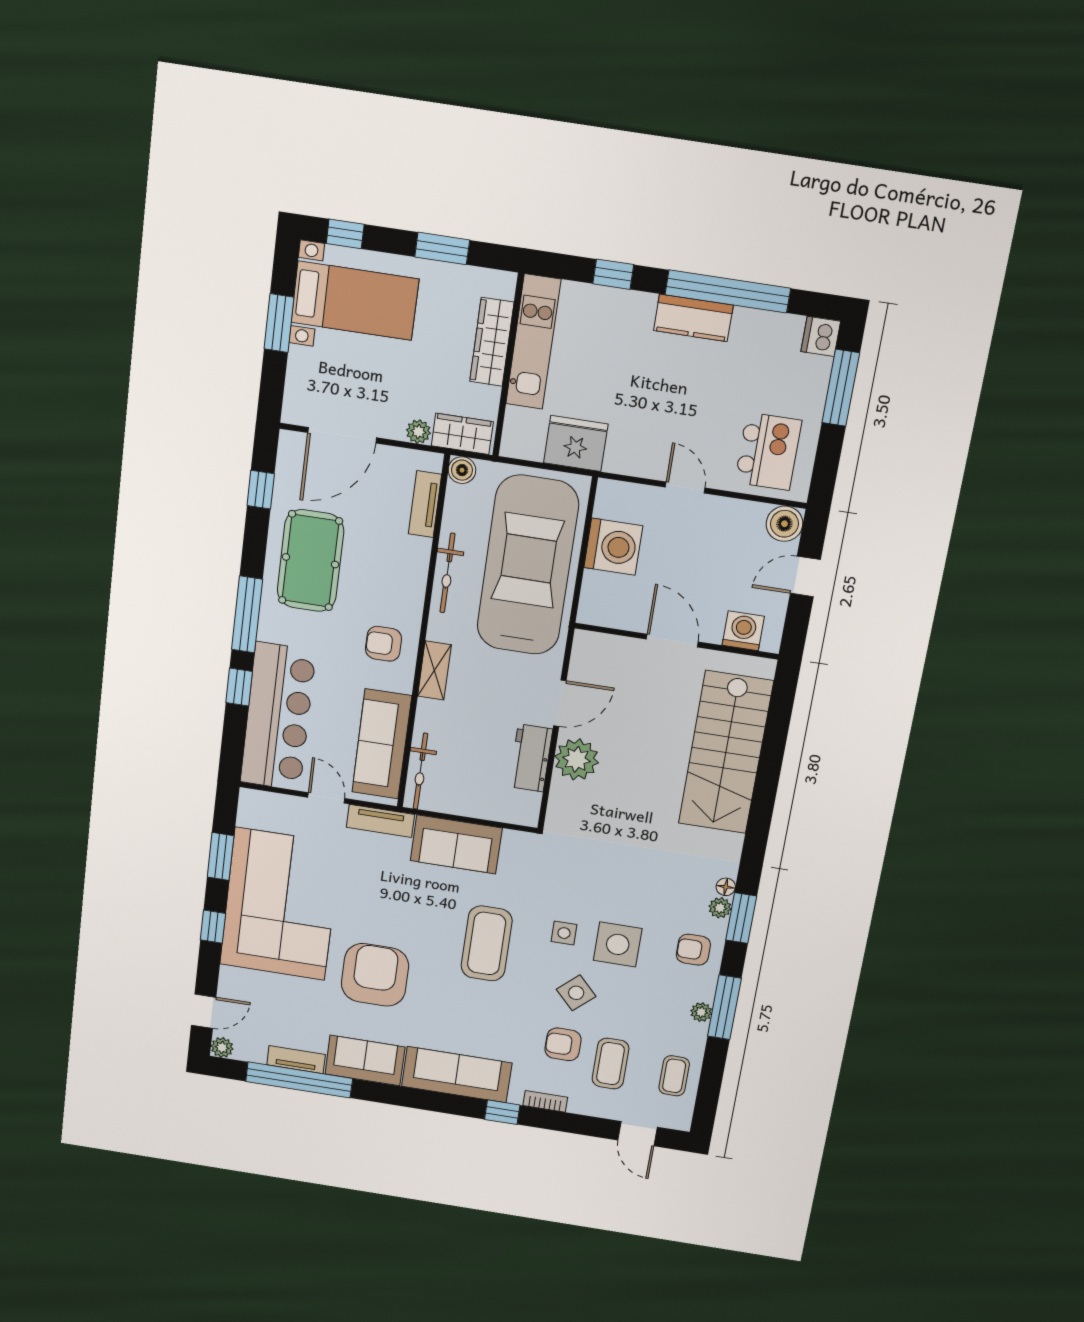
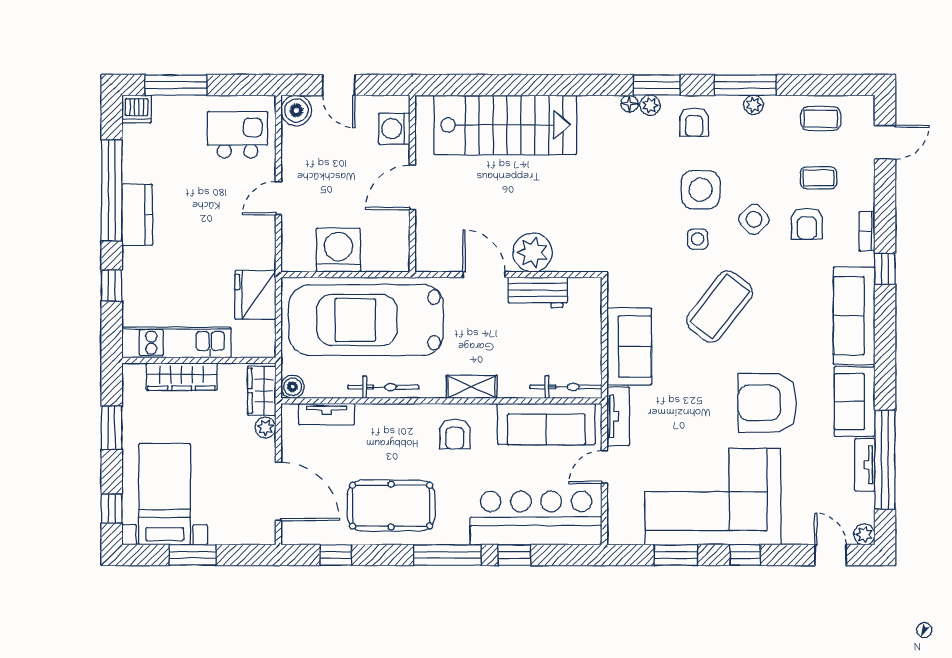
coffee table: (487, 943) -> (720, 306), turned -52
coffee table: (610, 1064) -> (819, 178), width x0.73, depth x0.77

